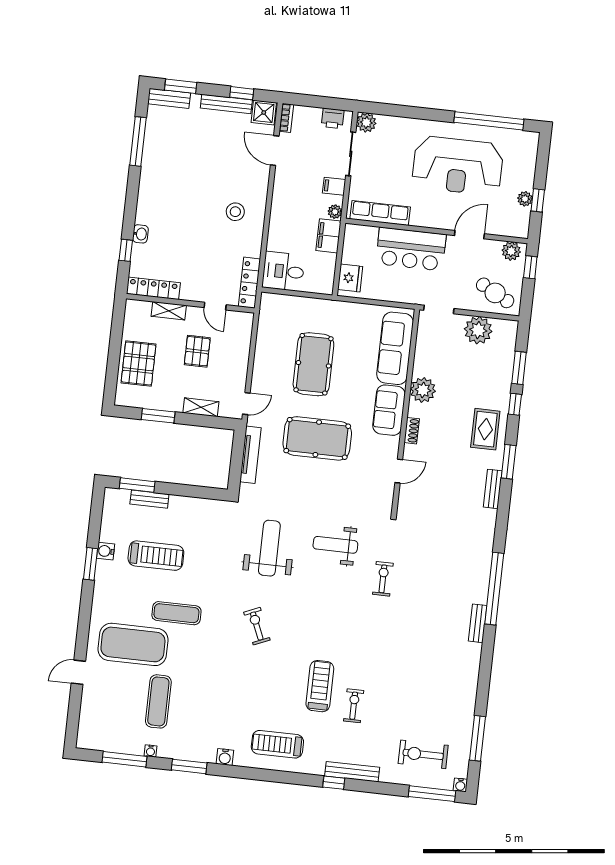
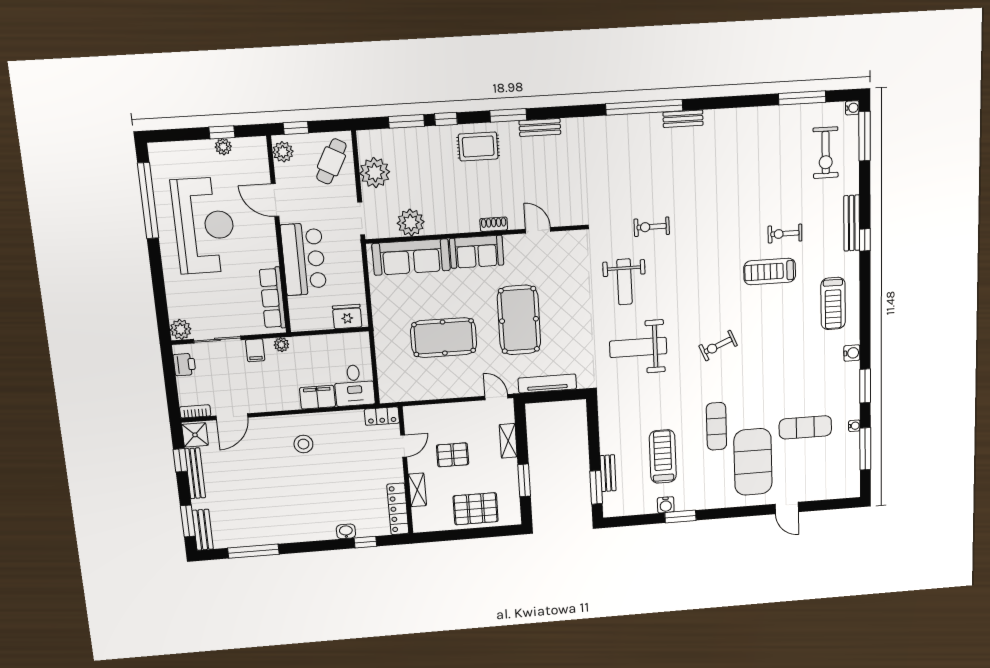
filing cabinet: (328, 236) -> (317, 397), moved, turned 180
locker: (249, 283) -> (382, 416), width x0.66
plant: (423, 390) -> (411, 223), moved

